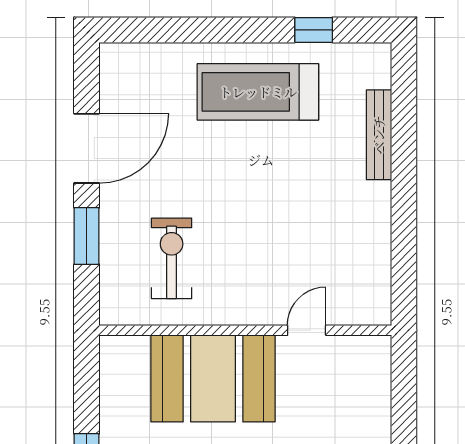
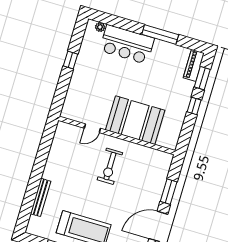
exercise bike: (172, 258) -> (110, 166), moved

